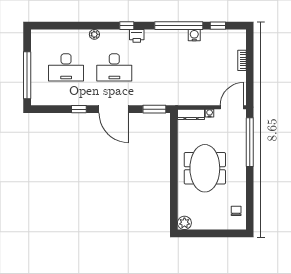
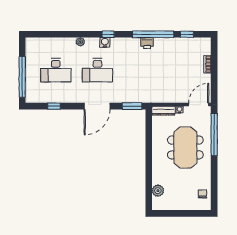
water cooler: (194, 35) -> (105, 42), moved
printer: (137, 36) -> (147, 43), moved
window: (79, 109) -> (54, 106), moved
door: (114, 109) -> (97, 106), hinge flipped
meeting table: (205, 168) -> (185, 147), moved
plant: (184, 223) -> (158, 191), moved

